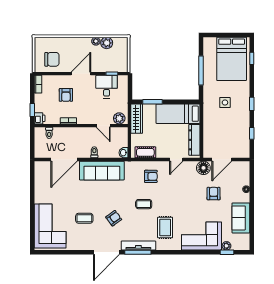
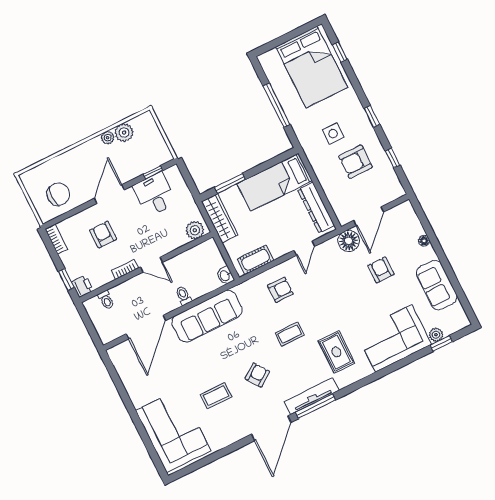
armchair: (66, 95) -> (103, 235), turned 180
armchair: (230, 125) -> (355, 162), added
door: (103, 126) -> (151, 265), moved

